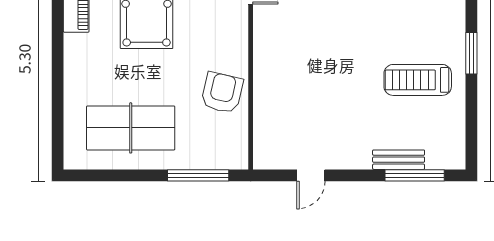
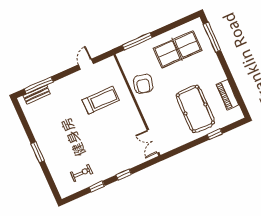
treadmill: (418, 80) -> (101, 100), moved
window: (58, 122) -> (212, 37), added
bench: (399, 160) -> (37, 95), moved

